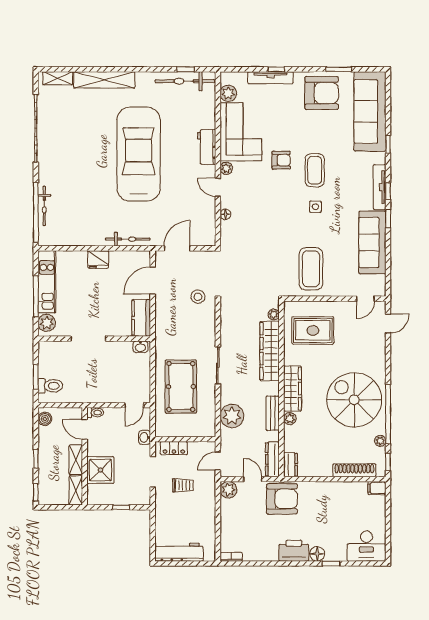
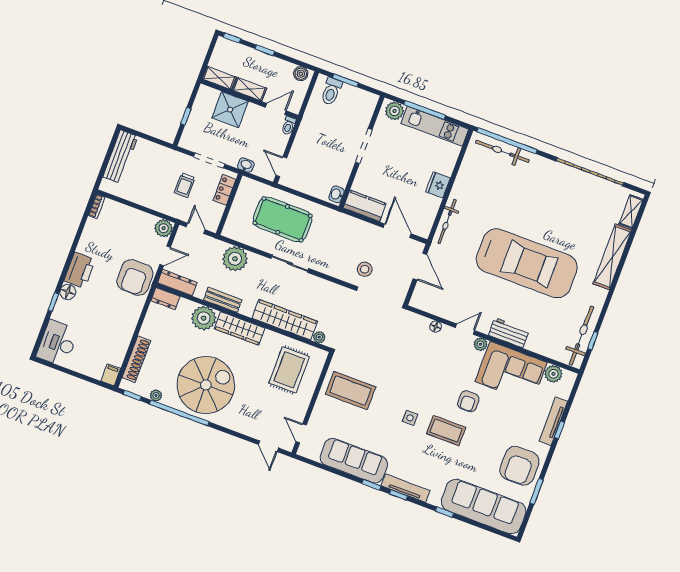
bicycle: (44, 206) -> (502, 151), width x1.37, depth x1.40
plant: (290, 419) -> (204, 318), width x1.87, depth x1.87

